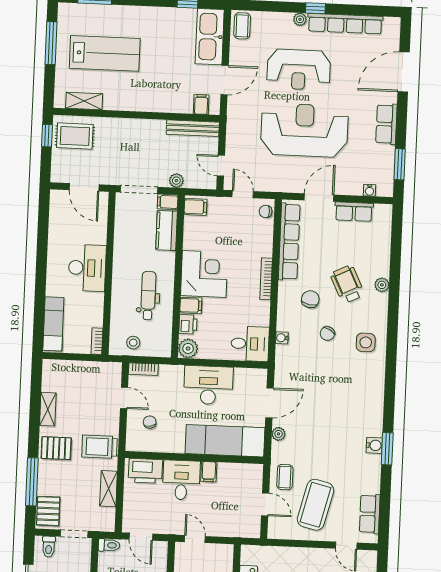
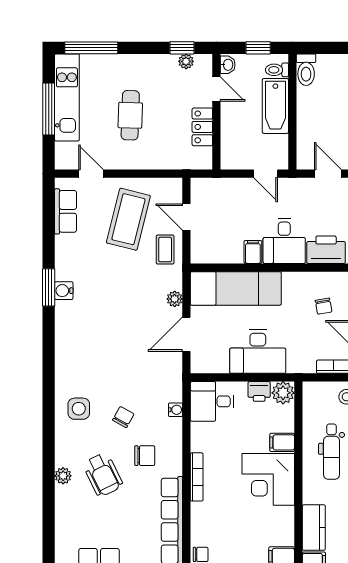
chair: (310, 299) -> (145, 456), turned -101
printer: (188, 324) -> (259, 391), moved, turned -90

